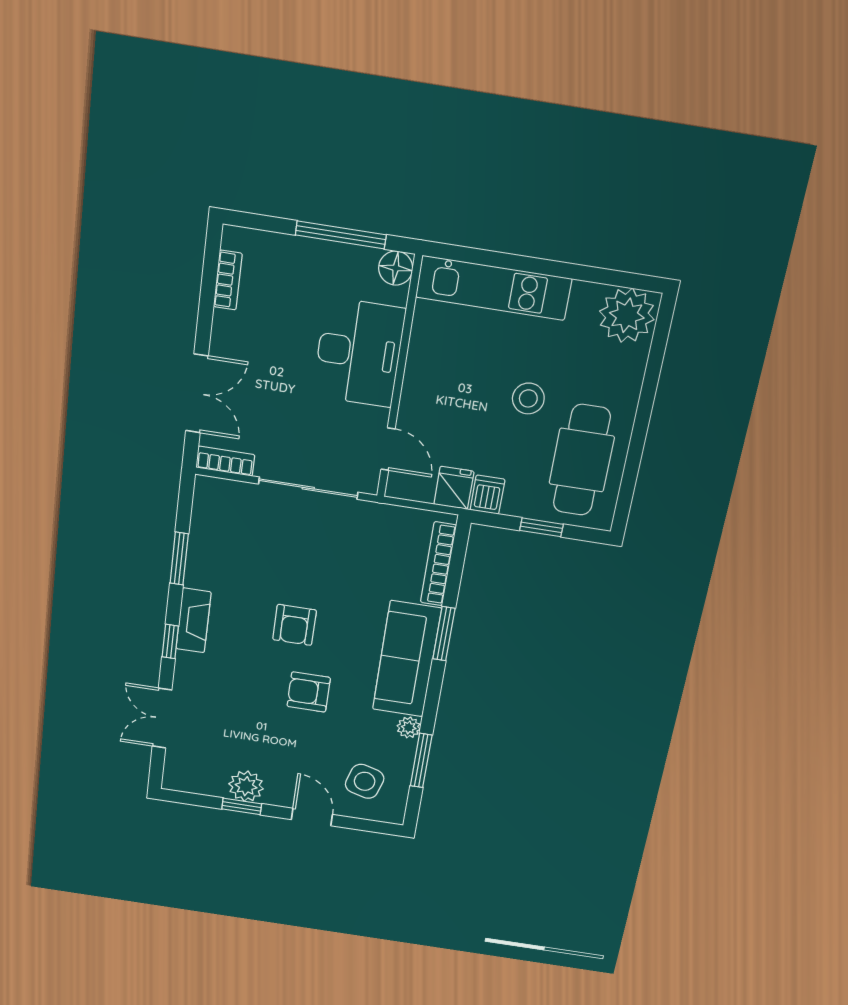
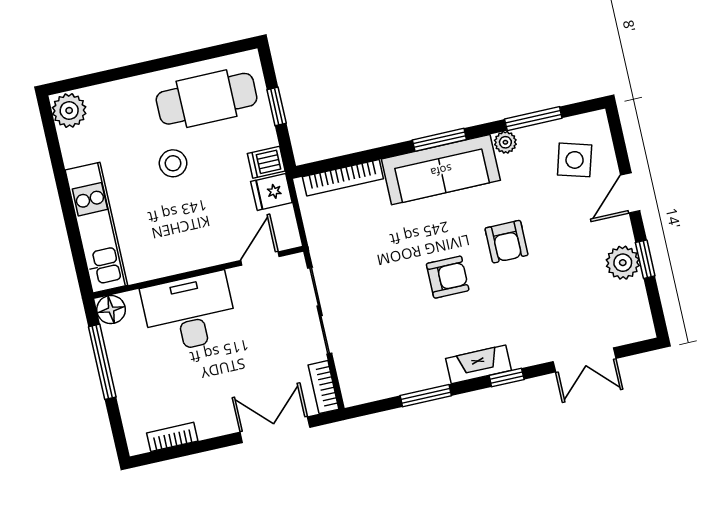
plant: (627, 315) -> (69, 111), width x0.73, depth x0.73
window: (444, 634) -> (439, 140), moved

